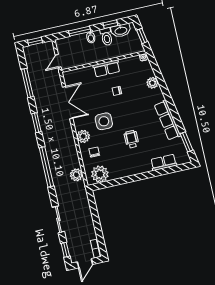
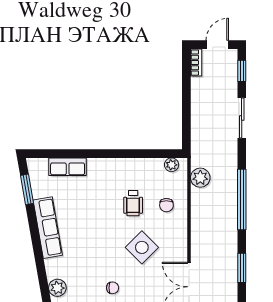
side table: (104, 121) -> (142, 247), turned 45
plant: (83, 136) -> (177, 232), removed
wheelchair: (131, 139) -> (133, 203), moved
plant: (100, 174) -> (172, 165), width x0.53, depth x0.53

